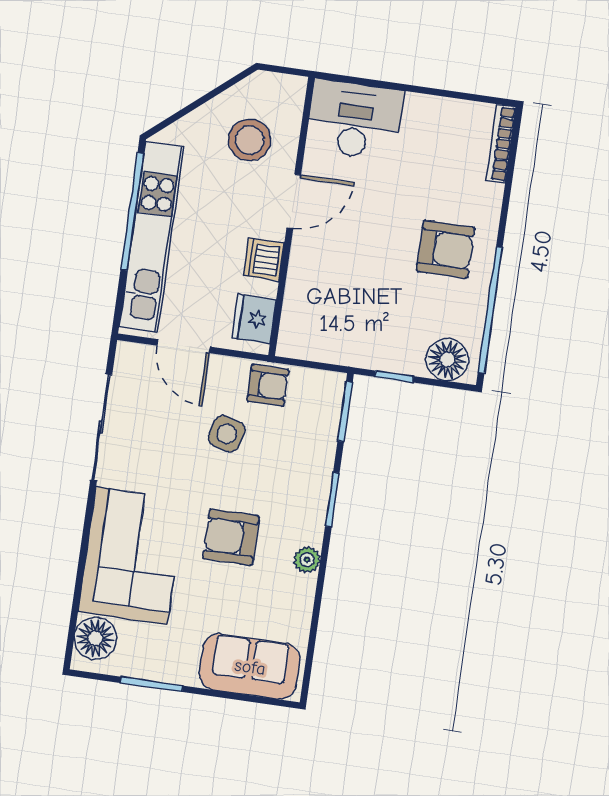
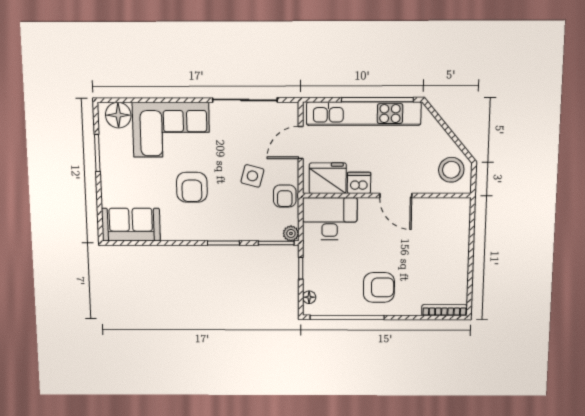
desk: (355, 120) -> (330, 219), moved, turned -90
stool: (250, 140) -> (451, 170), moved
armchair: (446, 249) -> (379, 287), turned -90
fridge: (254, 319) -> (328, 178), width x1.36, depth x1.34
floor lamp: (447, 360) -> (309, 297), width x0.53, depth x0.53
armchair: (231, 537) -> (192, 187), turned 180
plant: (307, 560) -> (291, 233), moved
sofa: (250, 667) -> (131, 225), moved, turned -90

